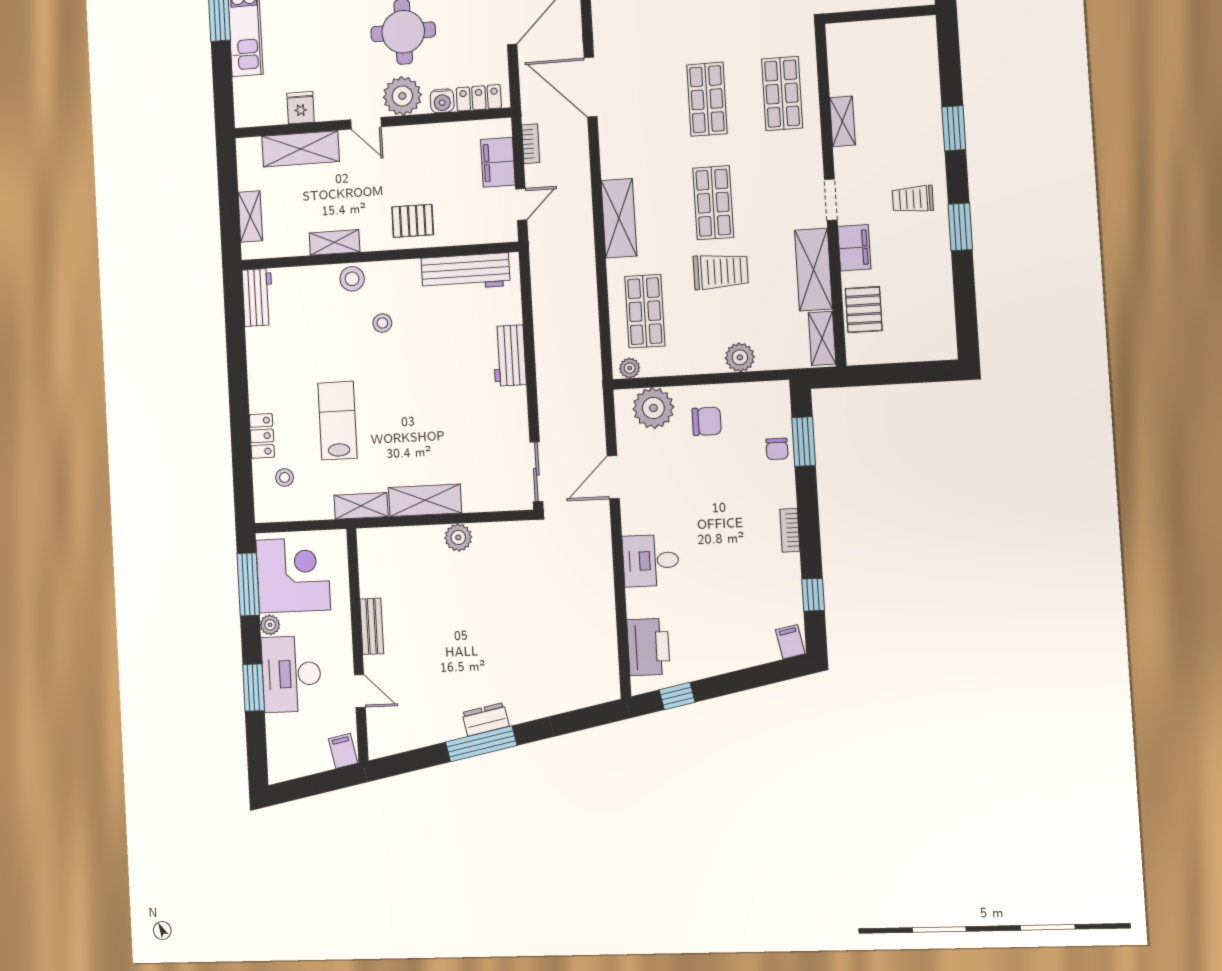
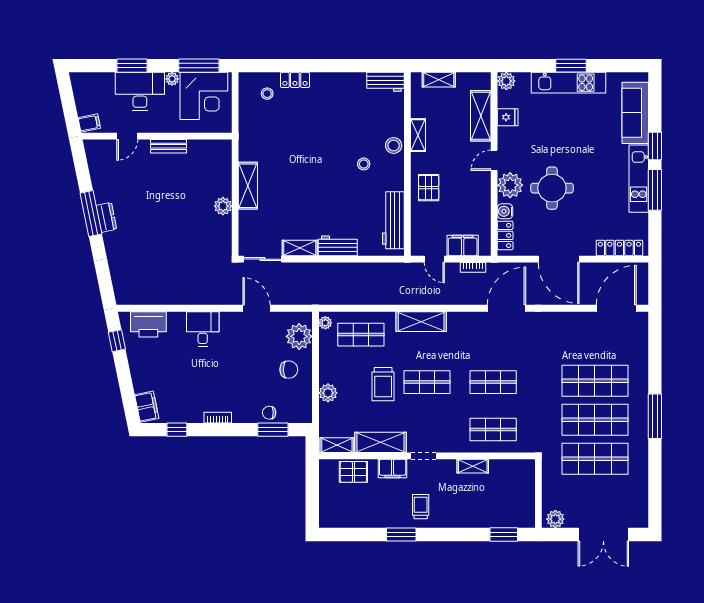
plant: (247, 114) -> (506, 81), added
window: (954, 128) -> (504, 534), moved
lab bench: (338, 421) -> (302, 131), removed
chair: (707, 421) -> (289, 370), turned -90
shelving: (361, 506) -> (300, 248), moved, turned 90
filing cabinet: (790, 642) -> (147, 407), width x2.00

